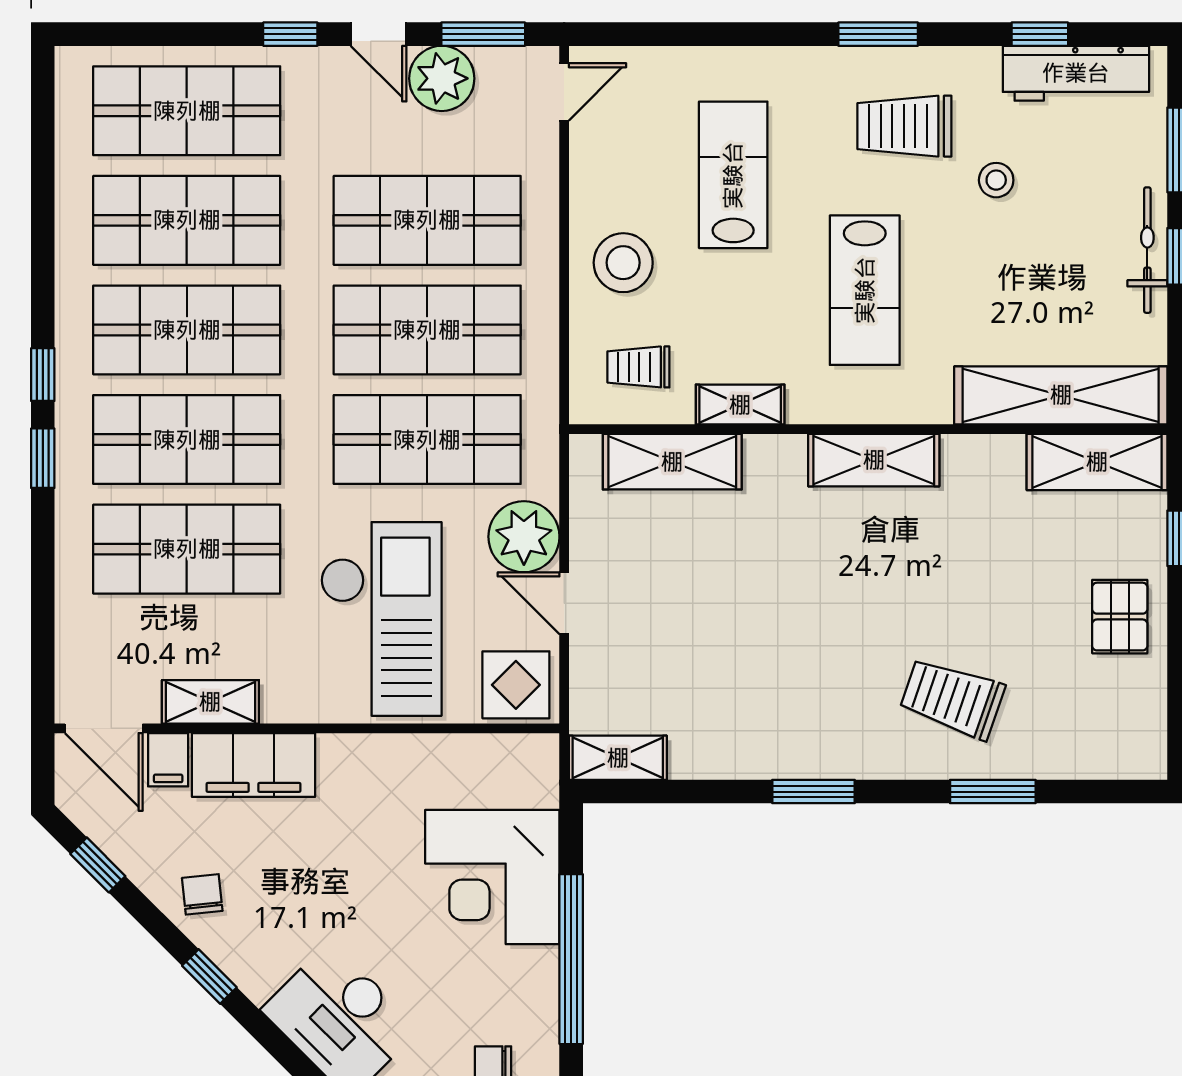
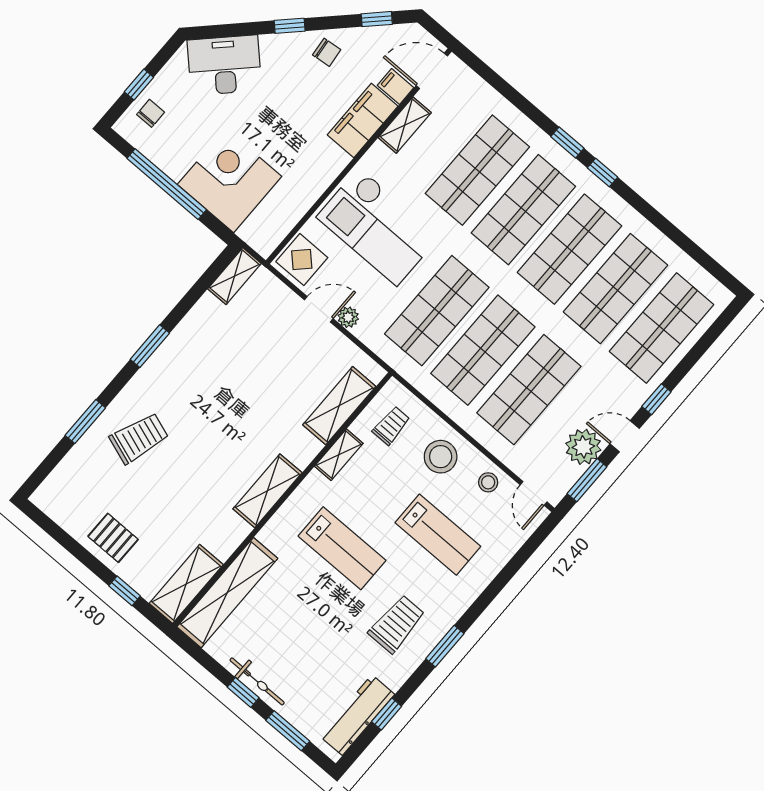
stool: (996, 180) -> (488, 482), moved
lab bench: (865, 290) -> (342, 548), turned 180
plant: (524, 537) -> (348, 317), width x0.53, depth x0.53

